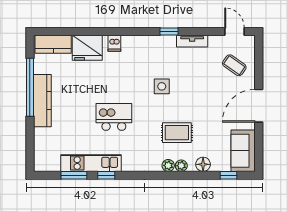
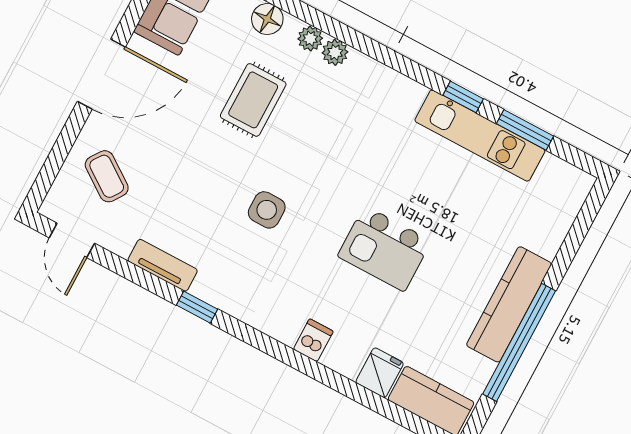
fridge: (87, 48) -> (380, 373), width x0.53, depth x0.75
kitchen island: (114, 117) -> (384, 249), moved
rug: (177, 133) -> (253, 100), moved, turned 90

